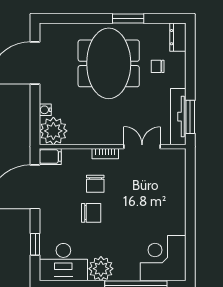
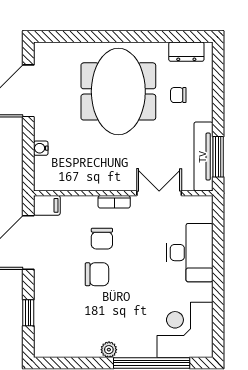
window: (128, 18) -> (142, 36), removed
dresser: (178, 37) -> (186, 52), moved, turned -90
plant: (53, 131) -> (51, 174), removed
desk: (63, 262) -> (190, 253), moved, turned -90
plant: (101, 269) -> (109, 350), width x0.53, depth x0.53

